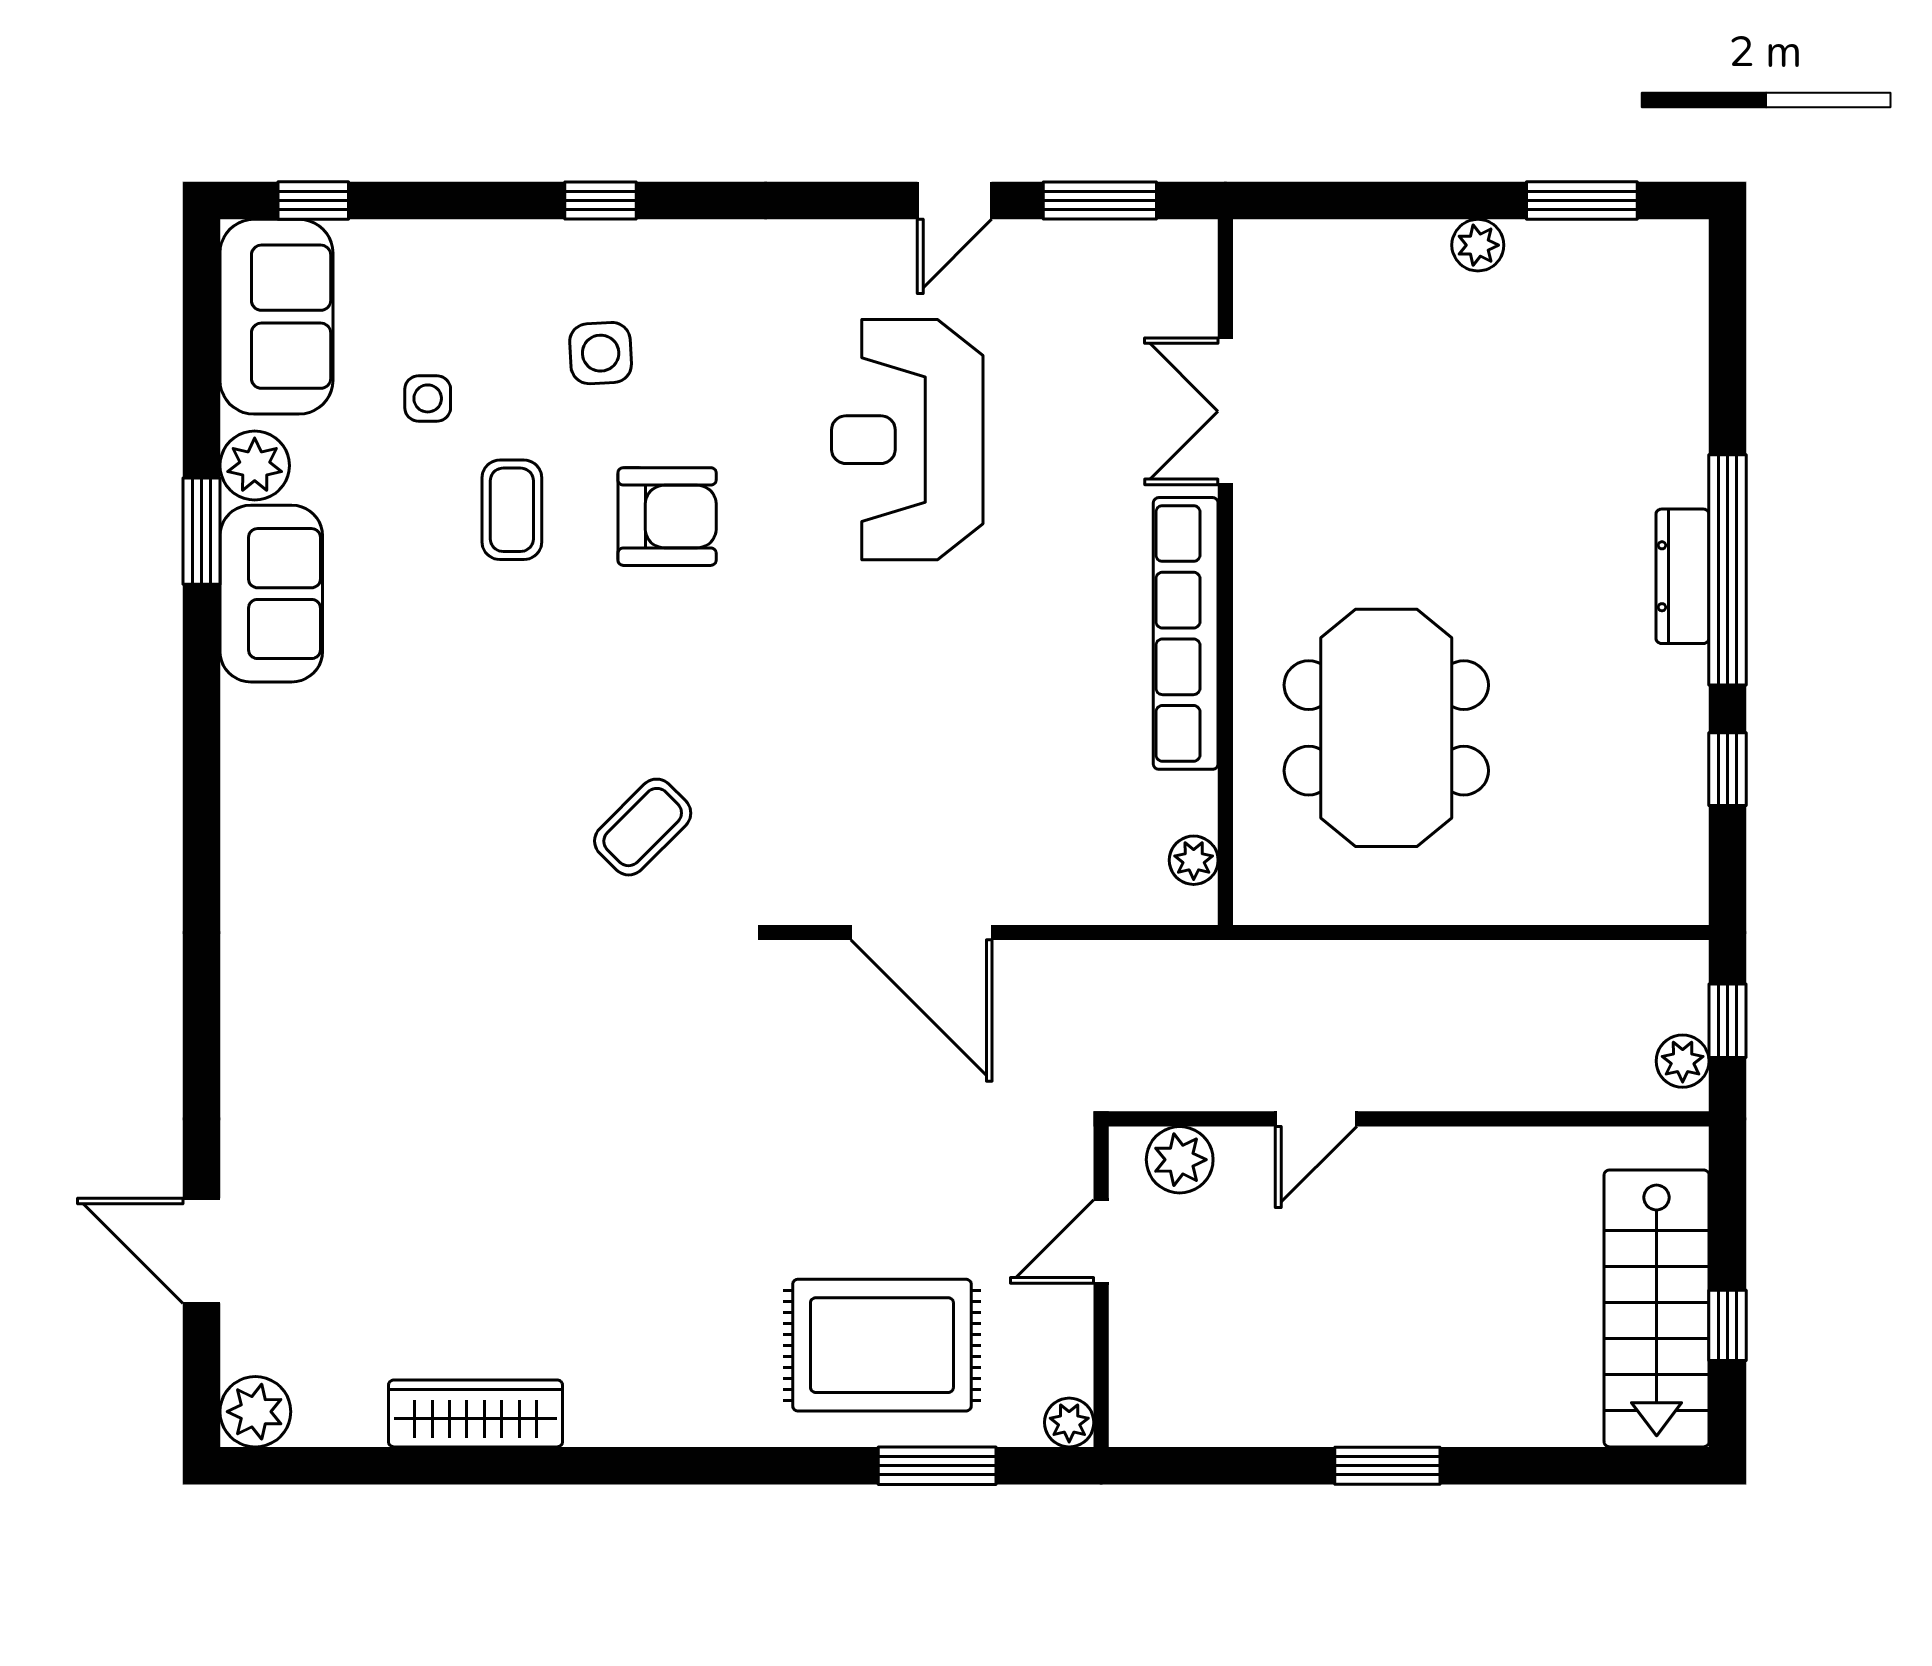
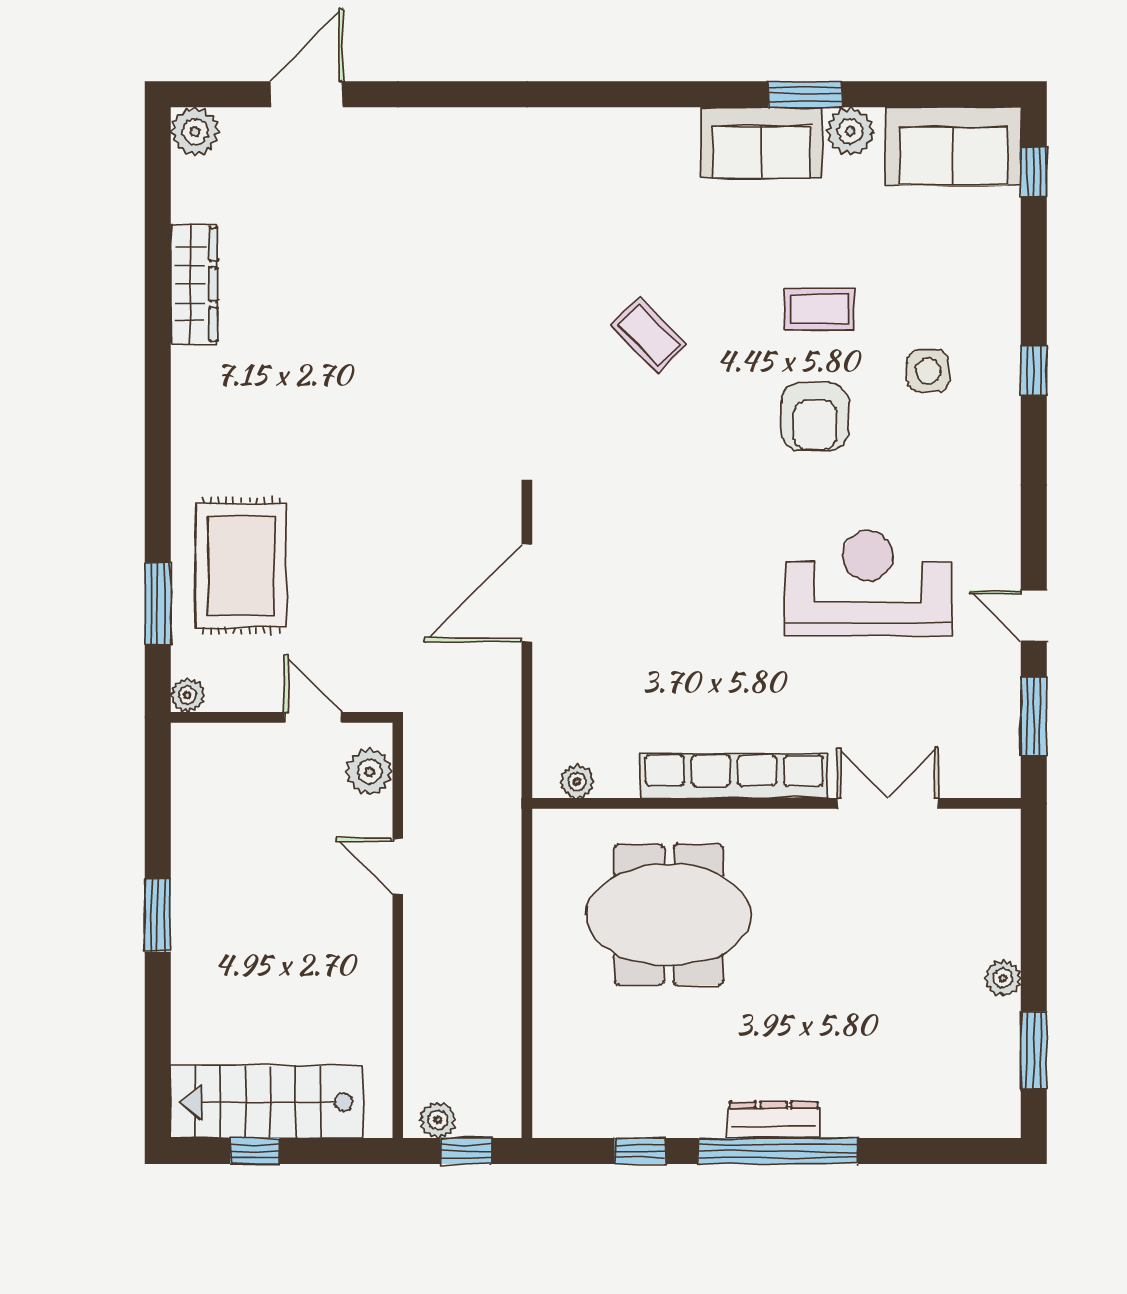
side table: (428, 398) -> (897, 251), removed
coffee table: (643, 827) -> (649, 335), moved

